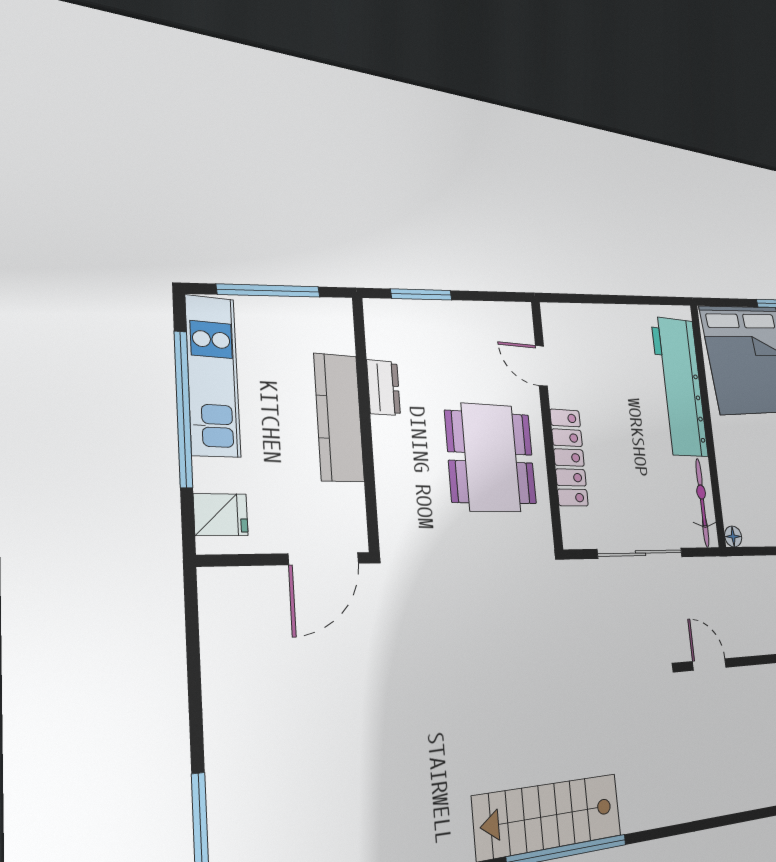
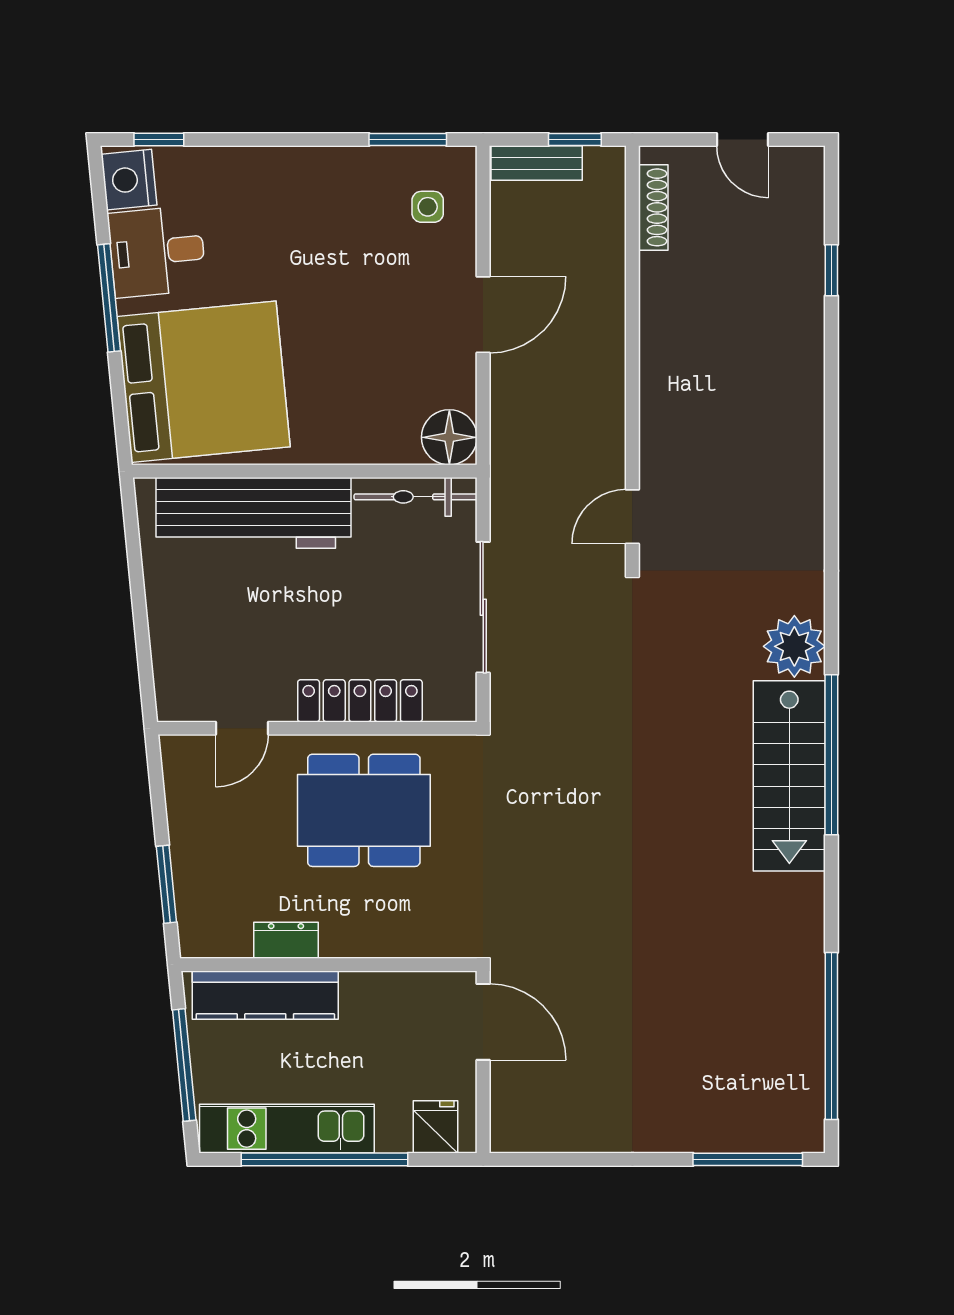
kitchen counter: (339, 418) -> (265, 995), moved
floor lamp: (733, 536) -> (449, 437), width x1.89, depth x1.89
plant: (641, 805) -> (794, 646), added

